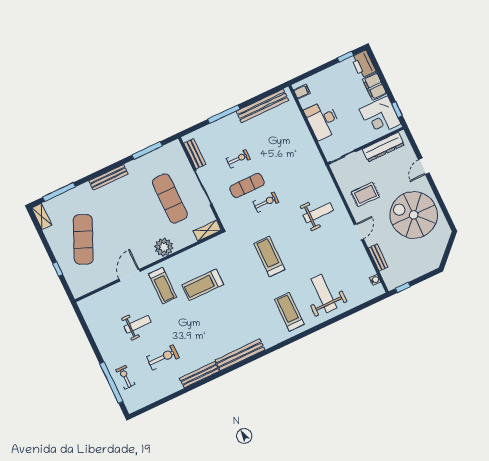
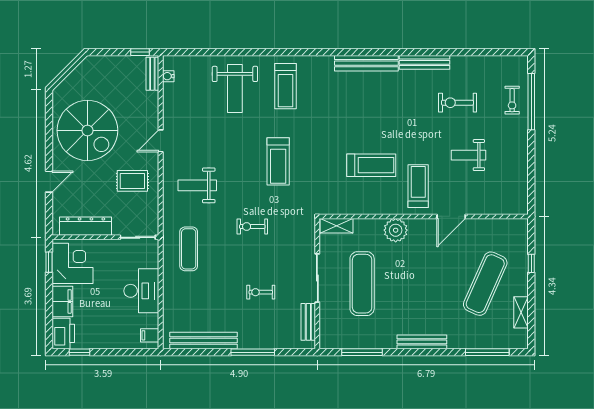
exercise mat: (247, 186) -> (189, 249), moved, turned 90
shelving: (42, 216) -> (521, 312), moved
bench: (378, 257) -> (152, 74), moved

